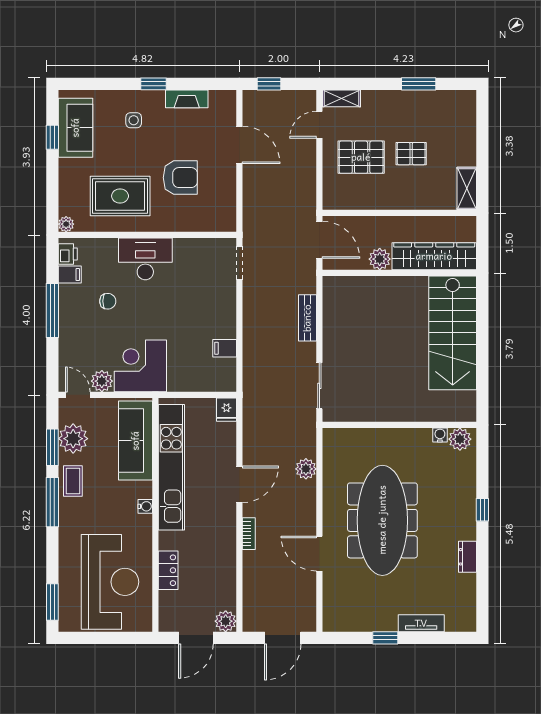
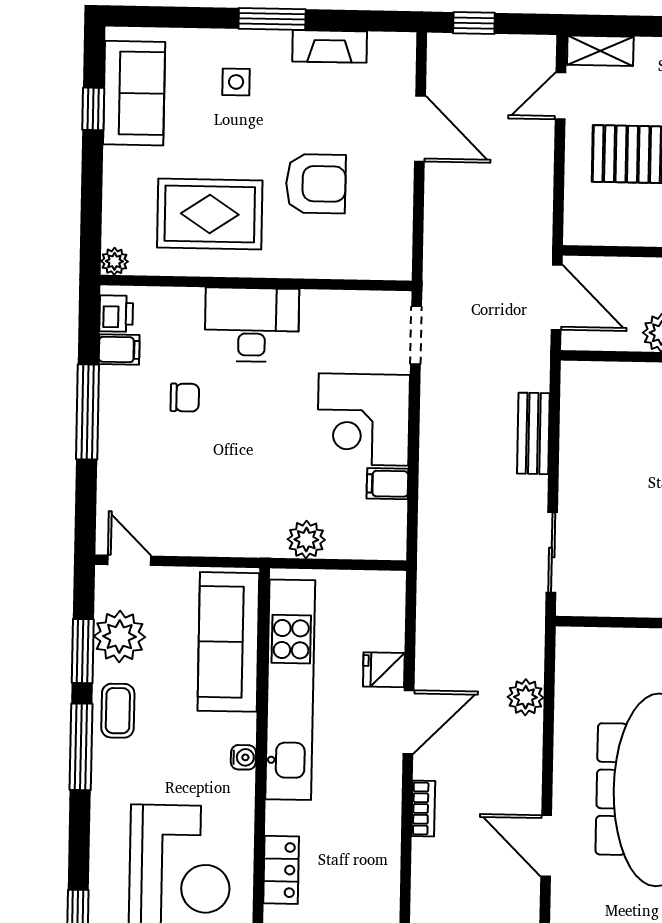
window: (154, 84) -> (272, 19), width x1.50
corner desk: (140, 366) -> (364, 420), moved, turned -90
plant: (102, 381) -> (306, 540), moved
fridge: (226, 410) -> (384, 670), moved, turned 90

